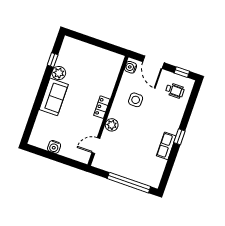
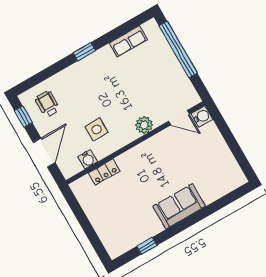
water cooler: (131, 67) -> (88, 159), moved
plant: (59, 73) -> (152, 227), removed
locker: (102, 107) -> (104, 172), moved
row of seats: (166, 146) -> (128, 41), moved
water cooler: (54, 147) -> (202, 116), moved

